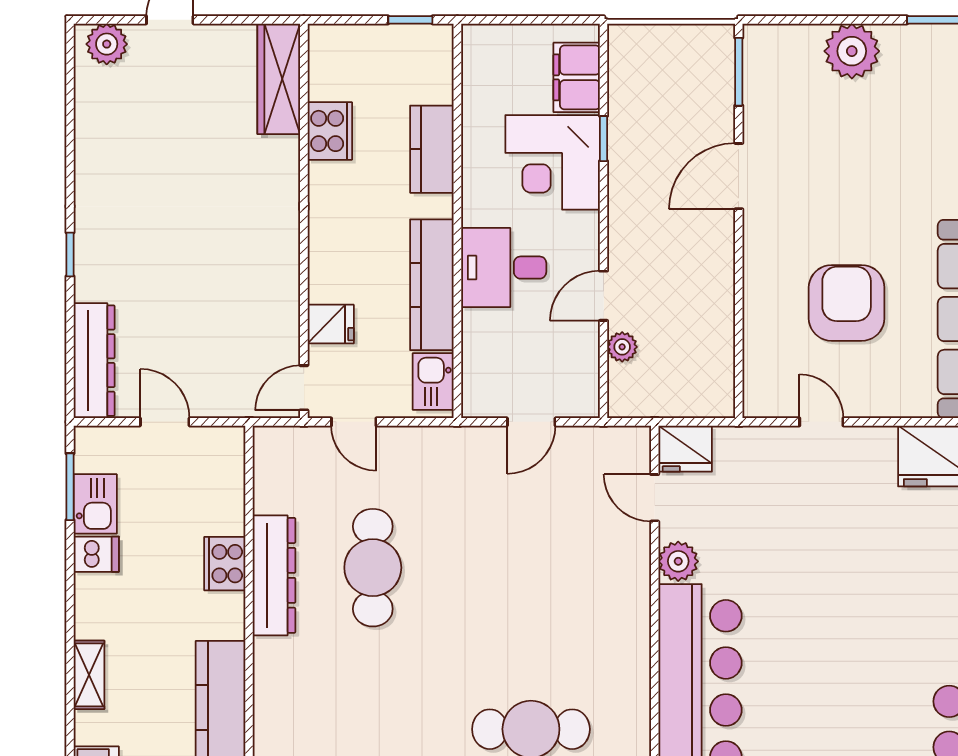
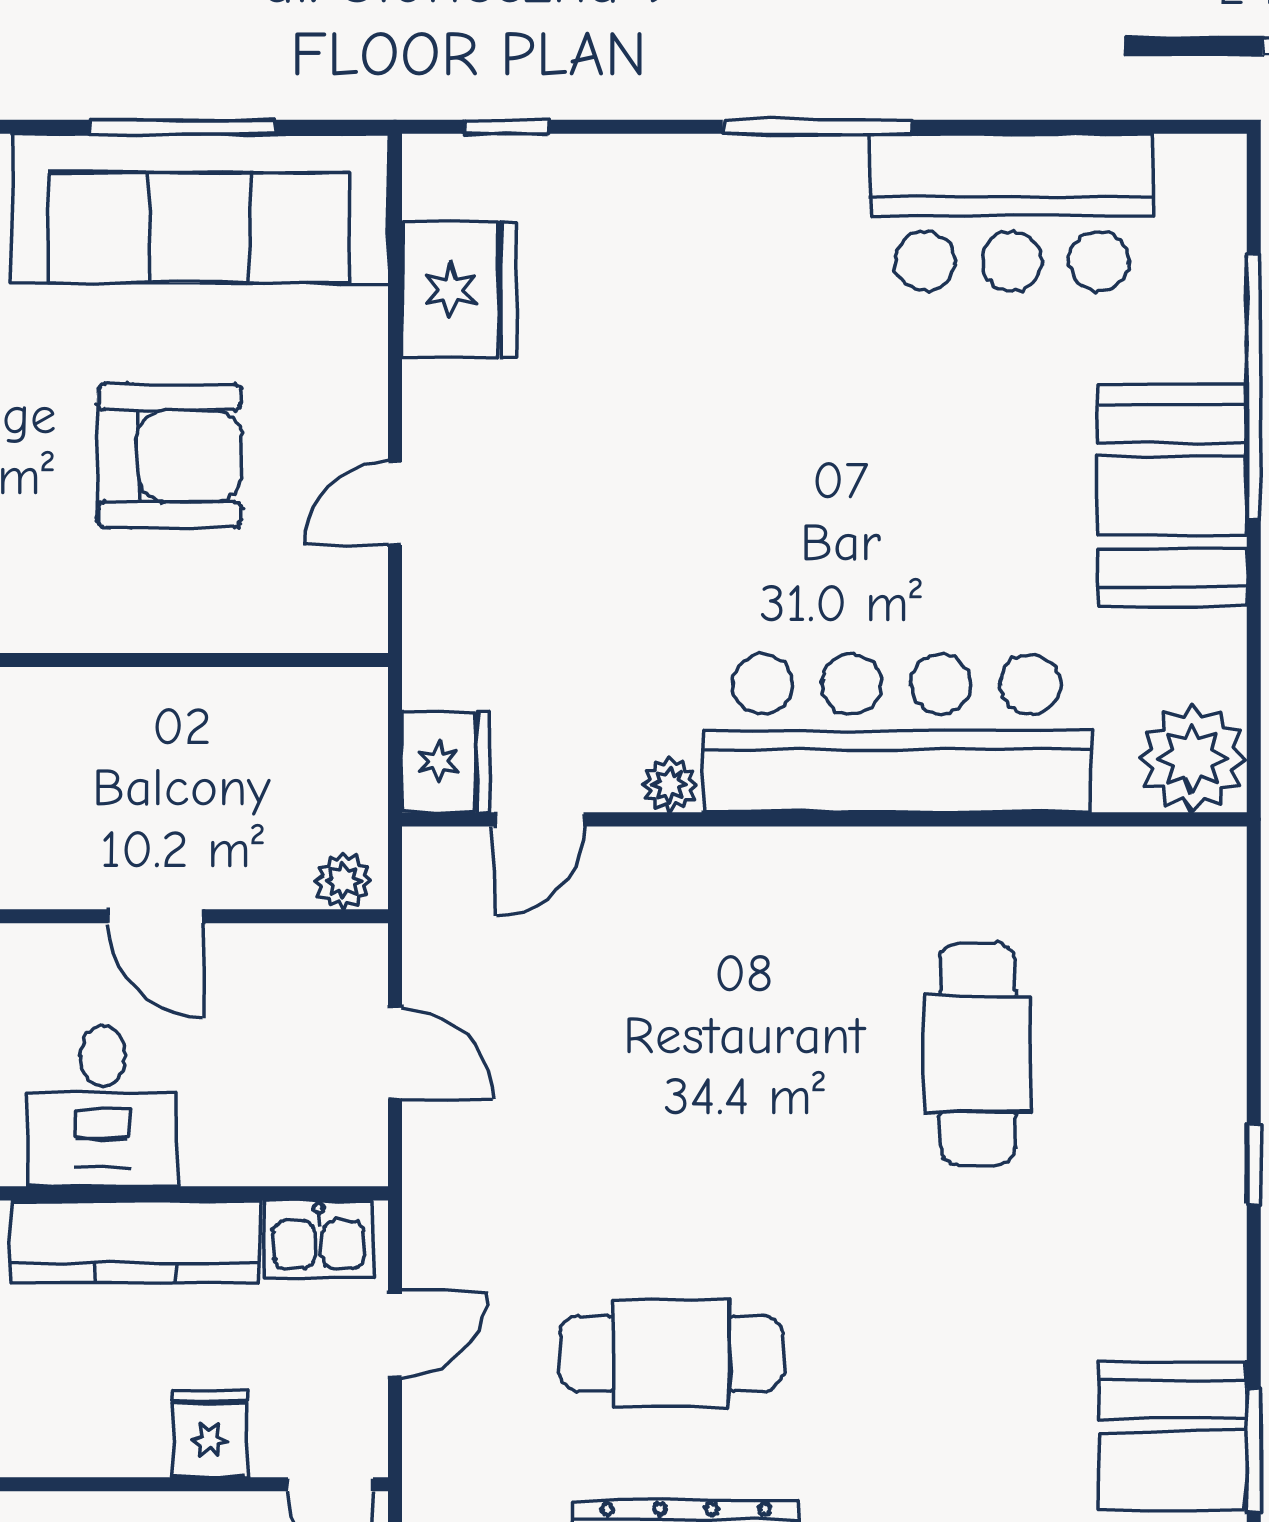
armchair: (847, 303) -> (170, 456), turned 180
plant: (622, 347) -> (344, 881), moved
door: (354, 422) -> (395, 1334), moved
plant: (678, 561) -> (670, 785), width x0.73, depth x0.73

